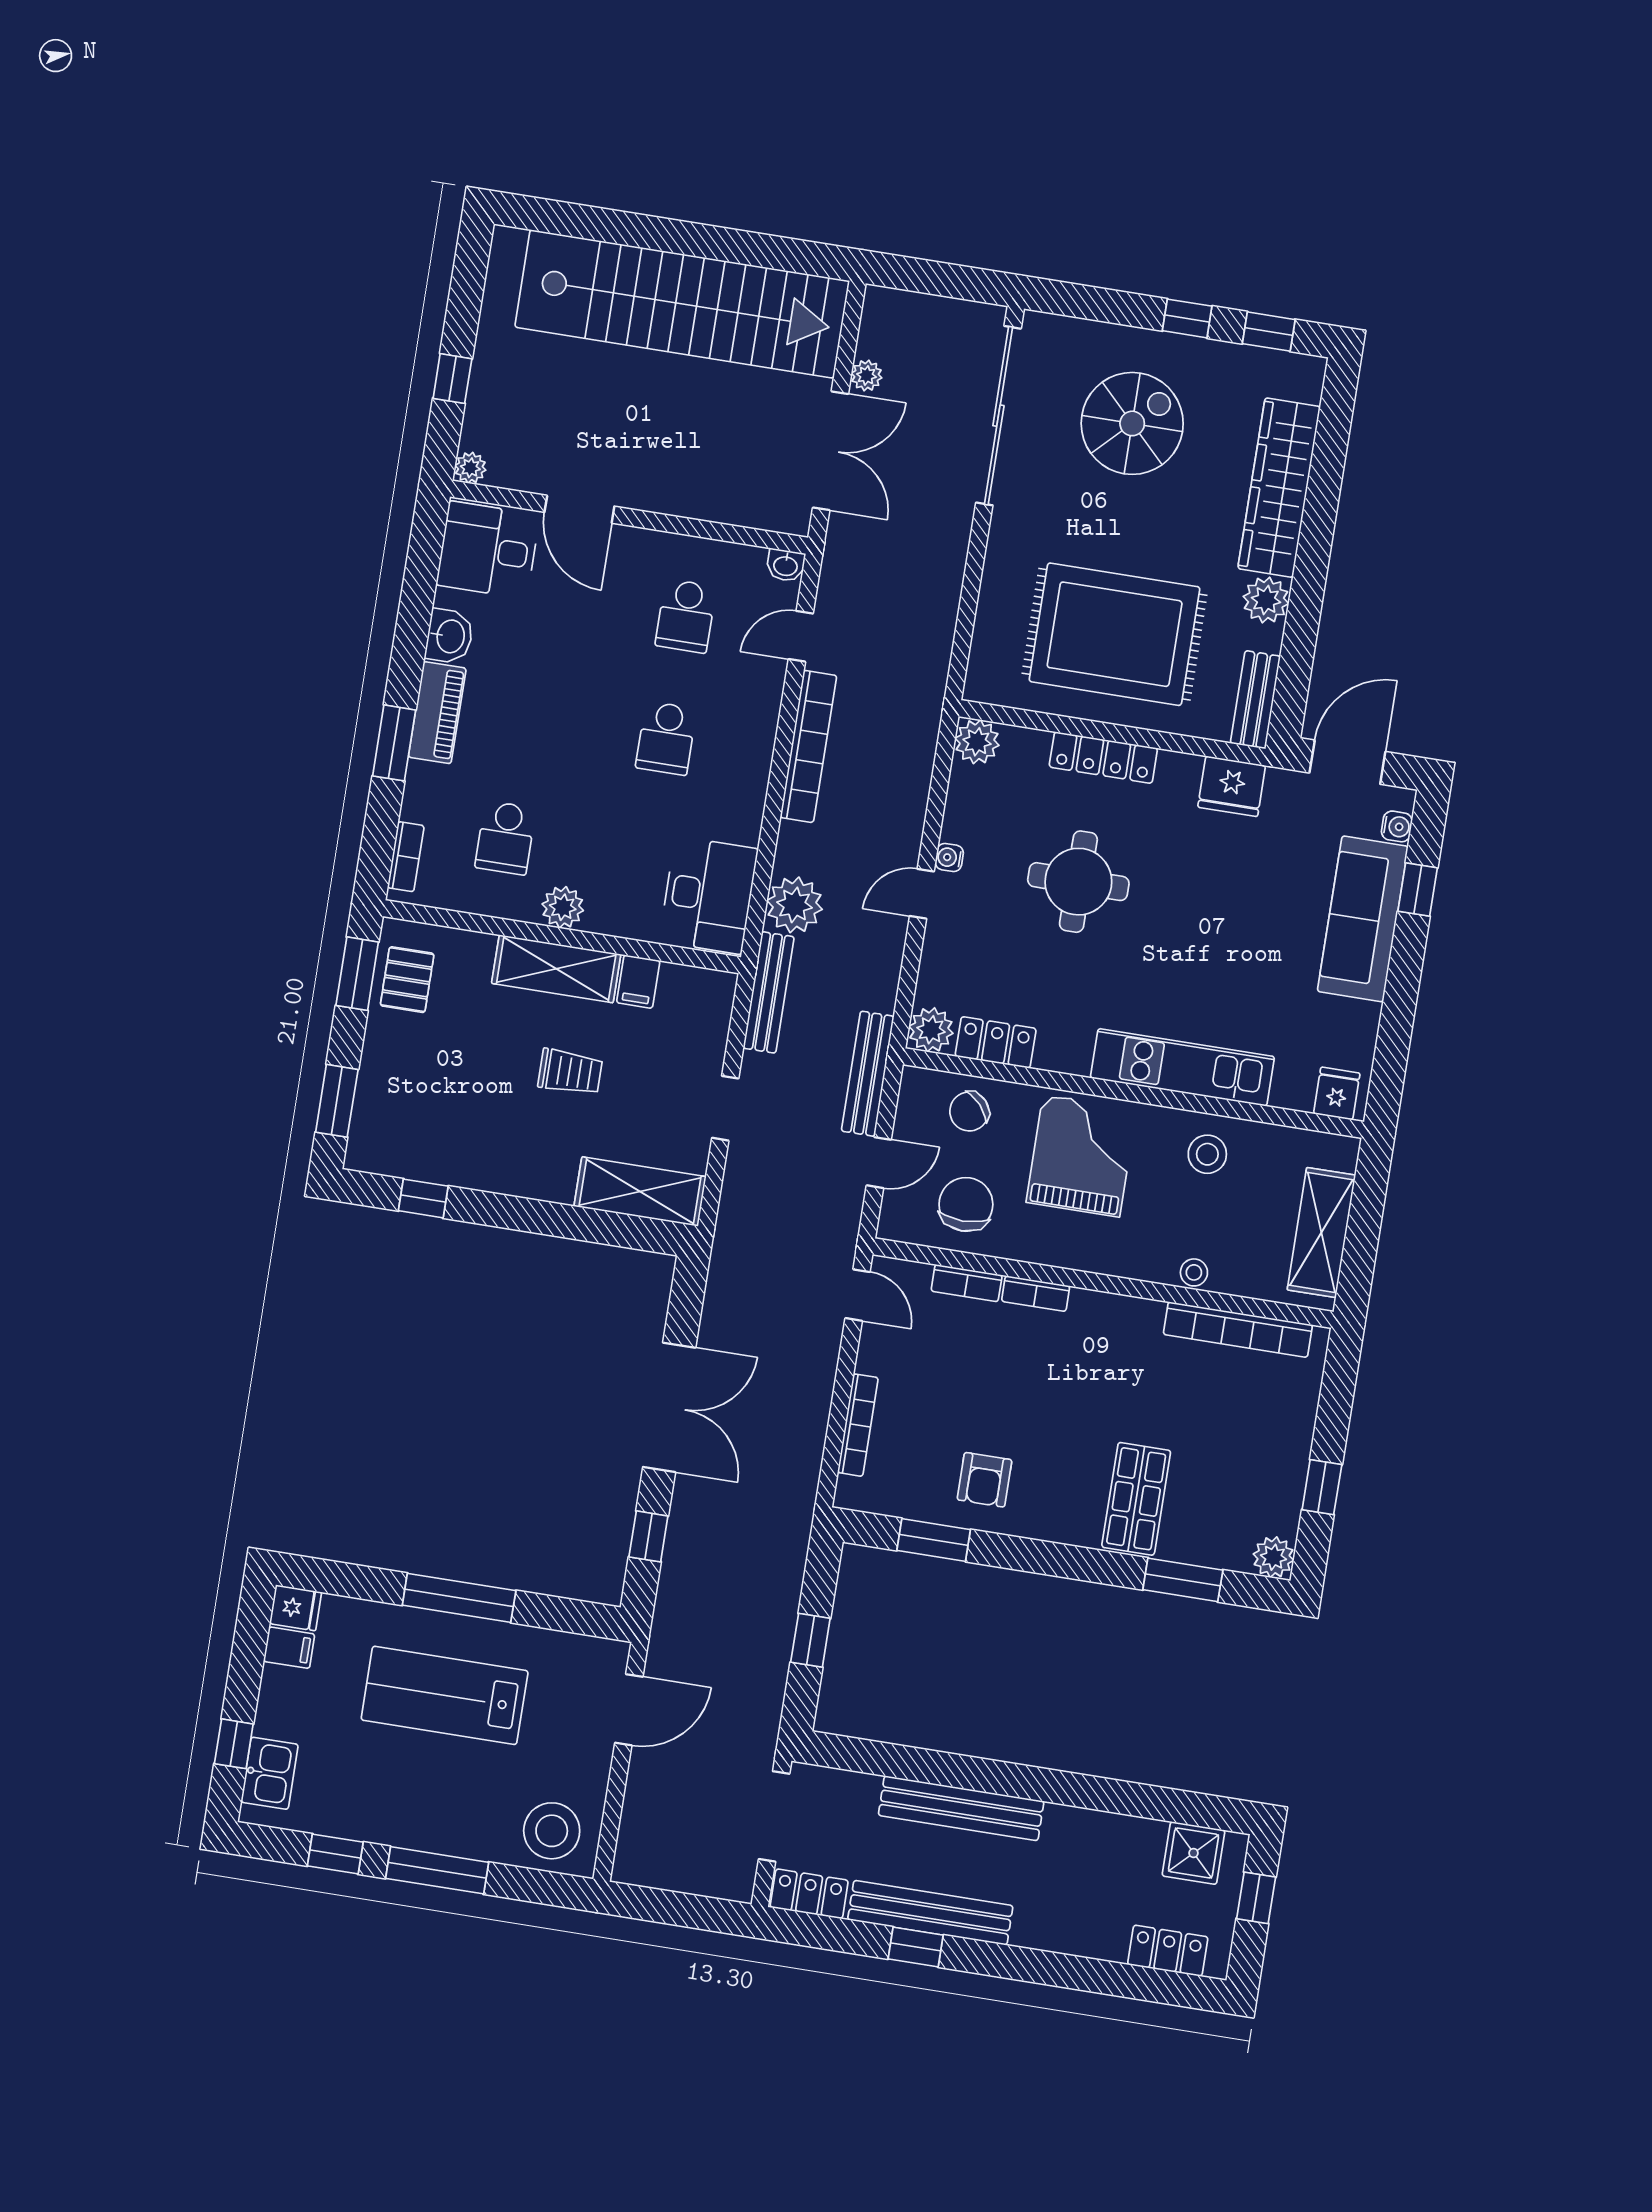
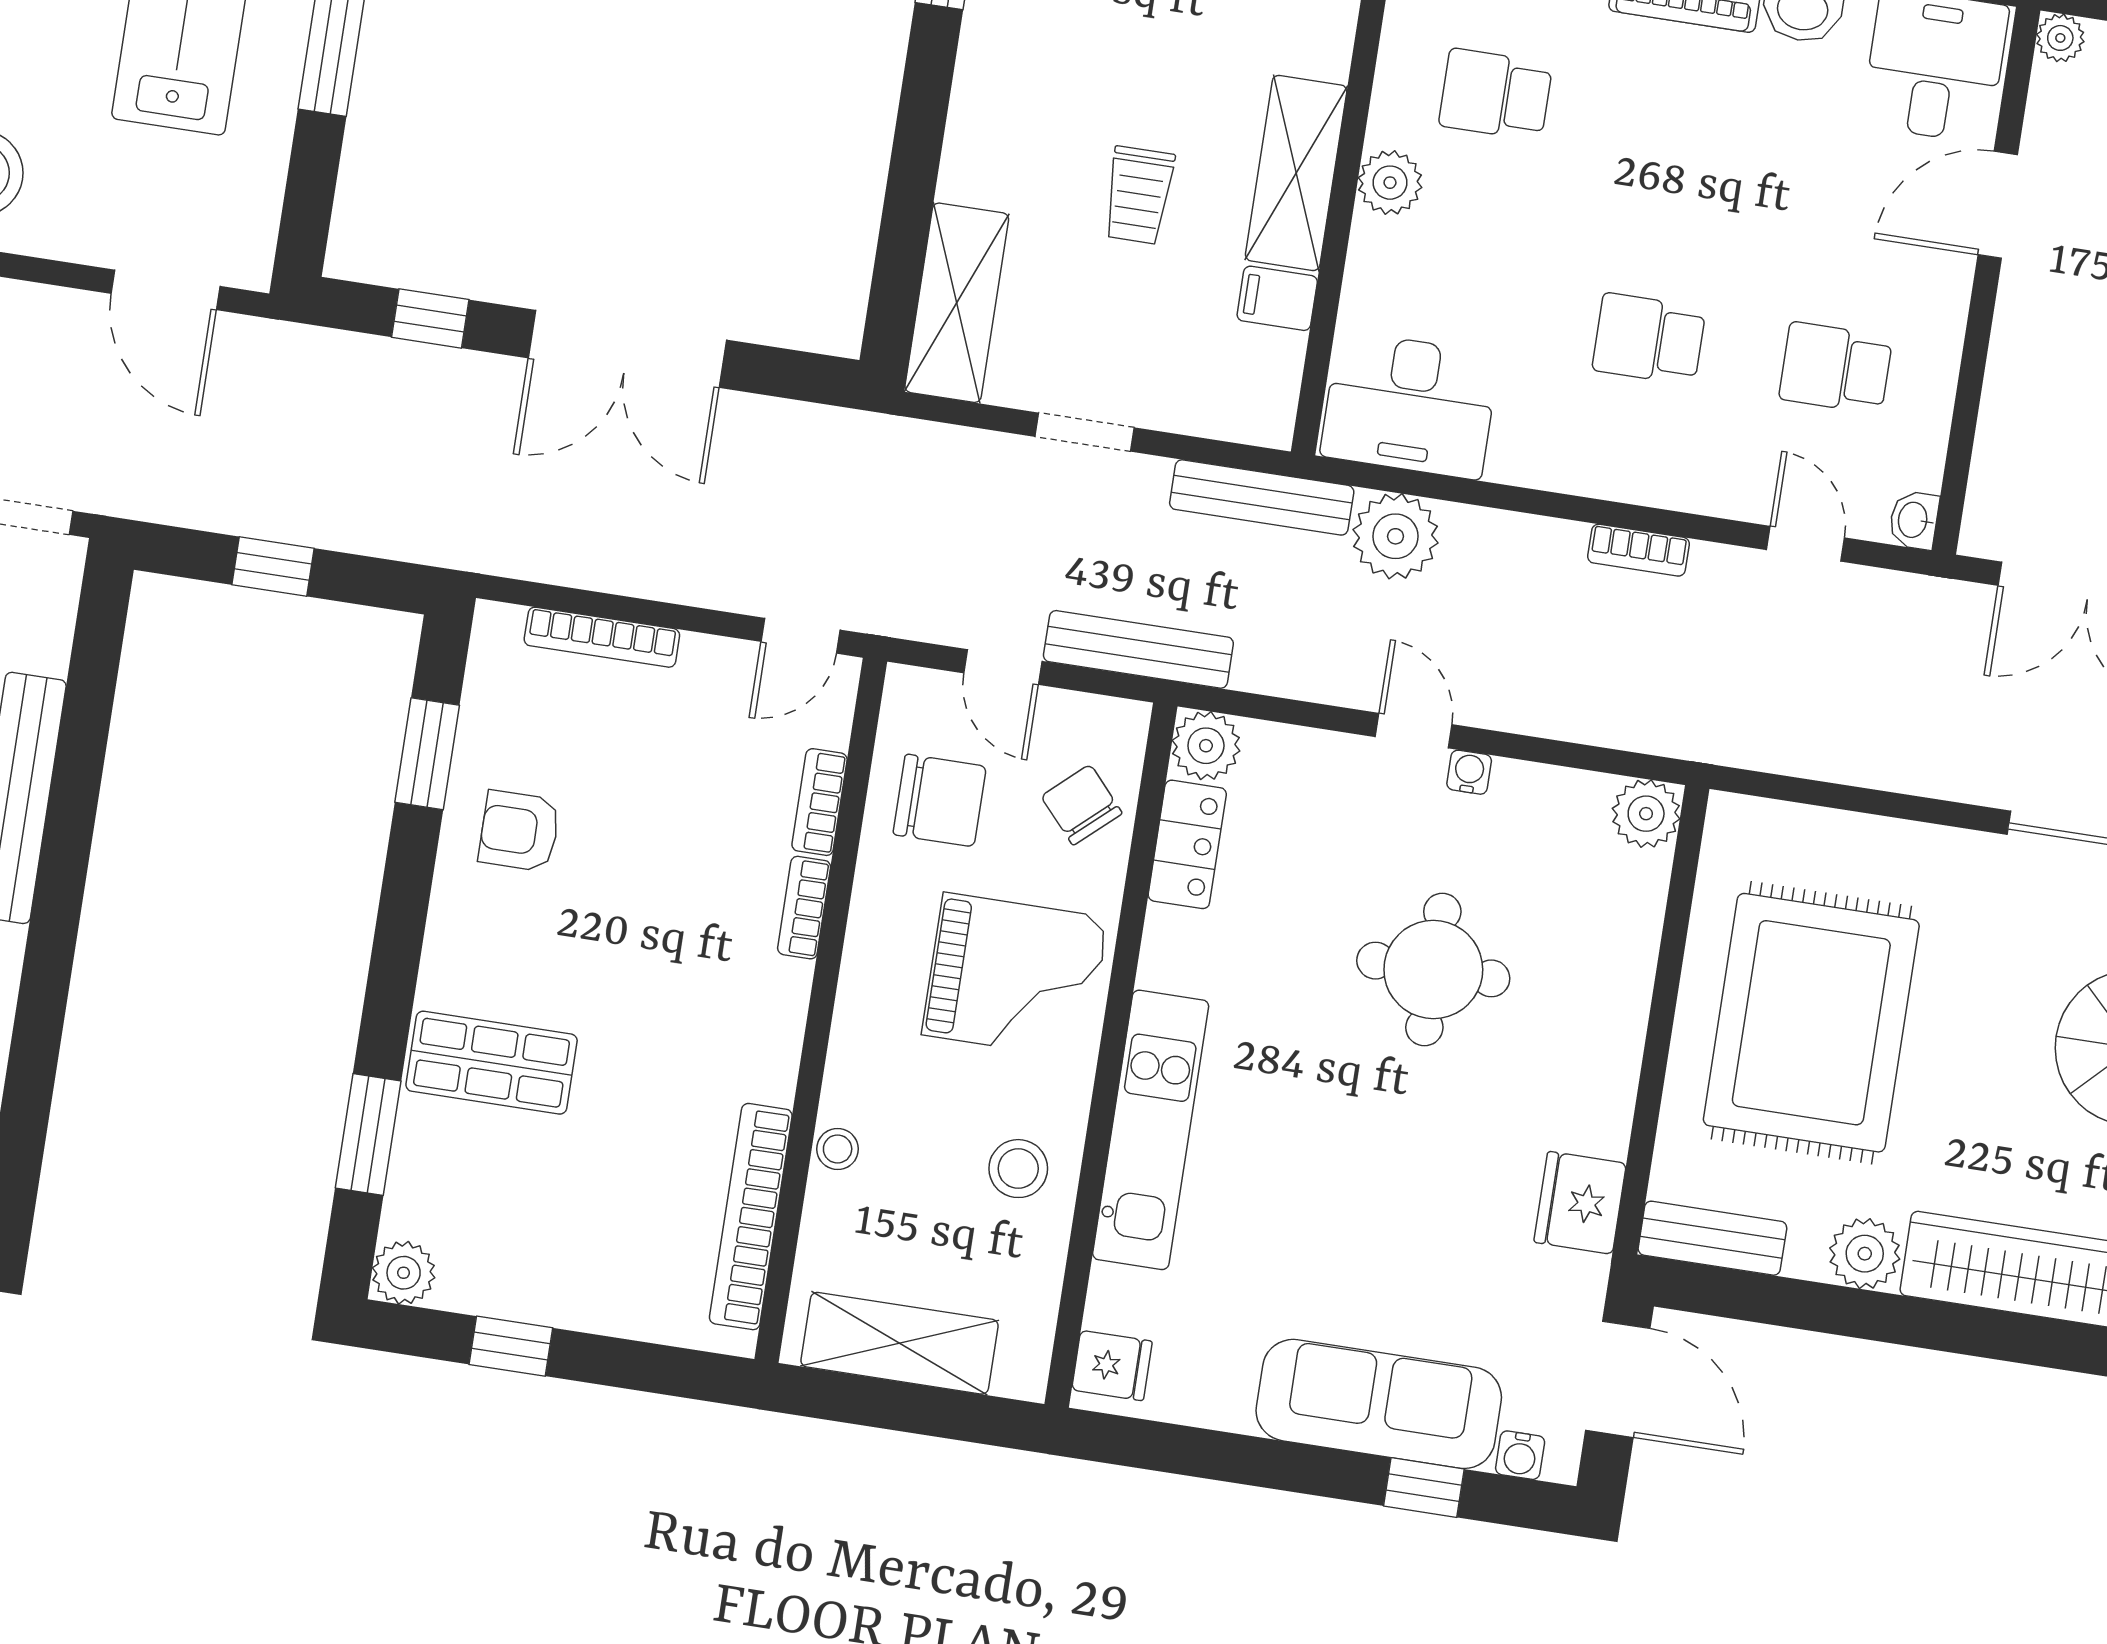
bookcase: (808, 746) -> (1638, 550), width x0.43, depth x0.76
locker: (1103, 758) -> (1623, 1007), removed

